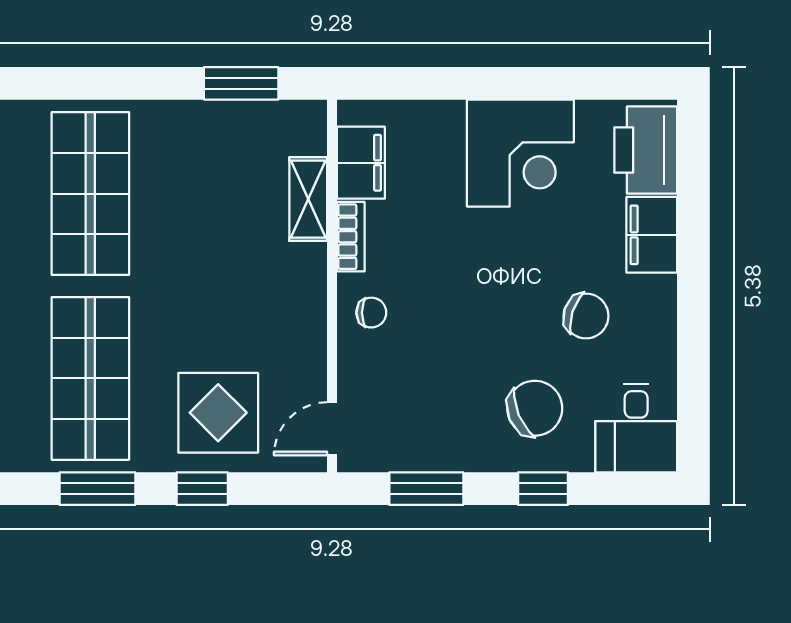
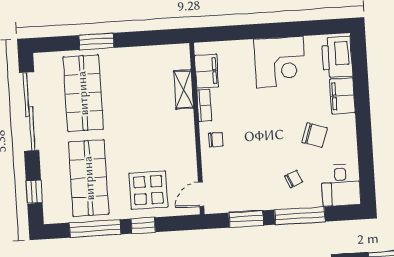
window: (241, 83) -> (96, 41), moved
chair: (535, 408) -> (294, 179), width x0.54, depth x0.54
window: (97, 489) -> (95, 229), width x1.44
window: (543, 489) -> (300, 216), width x2.17

